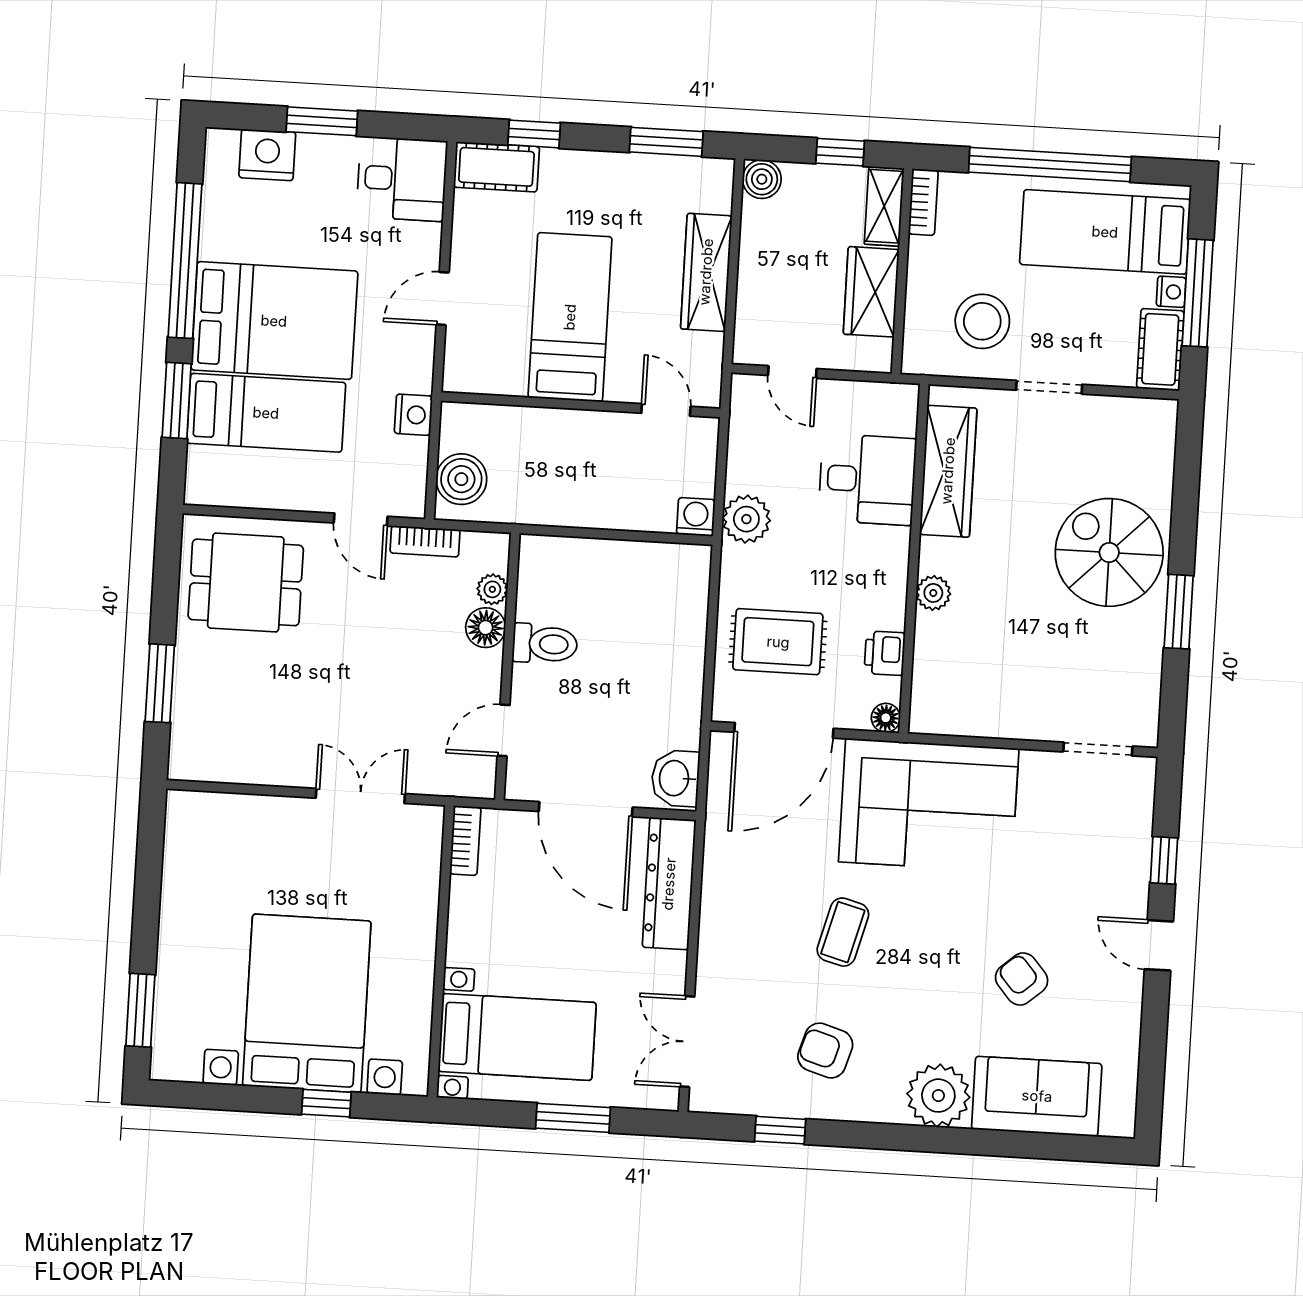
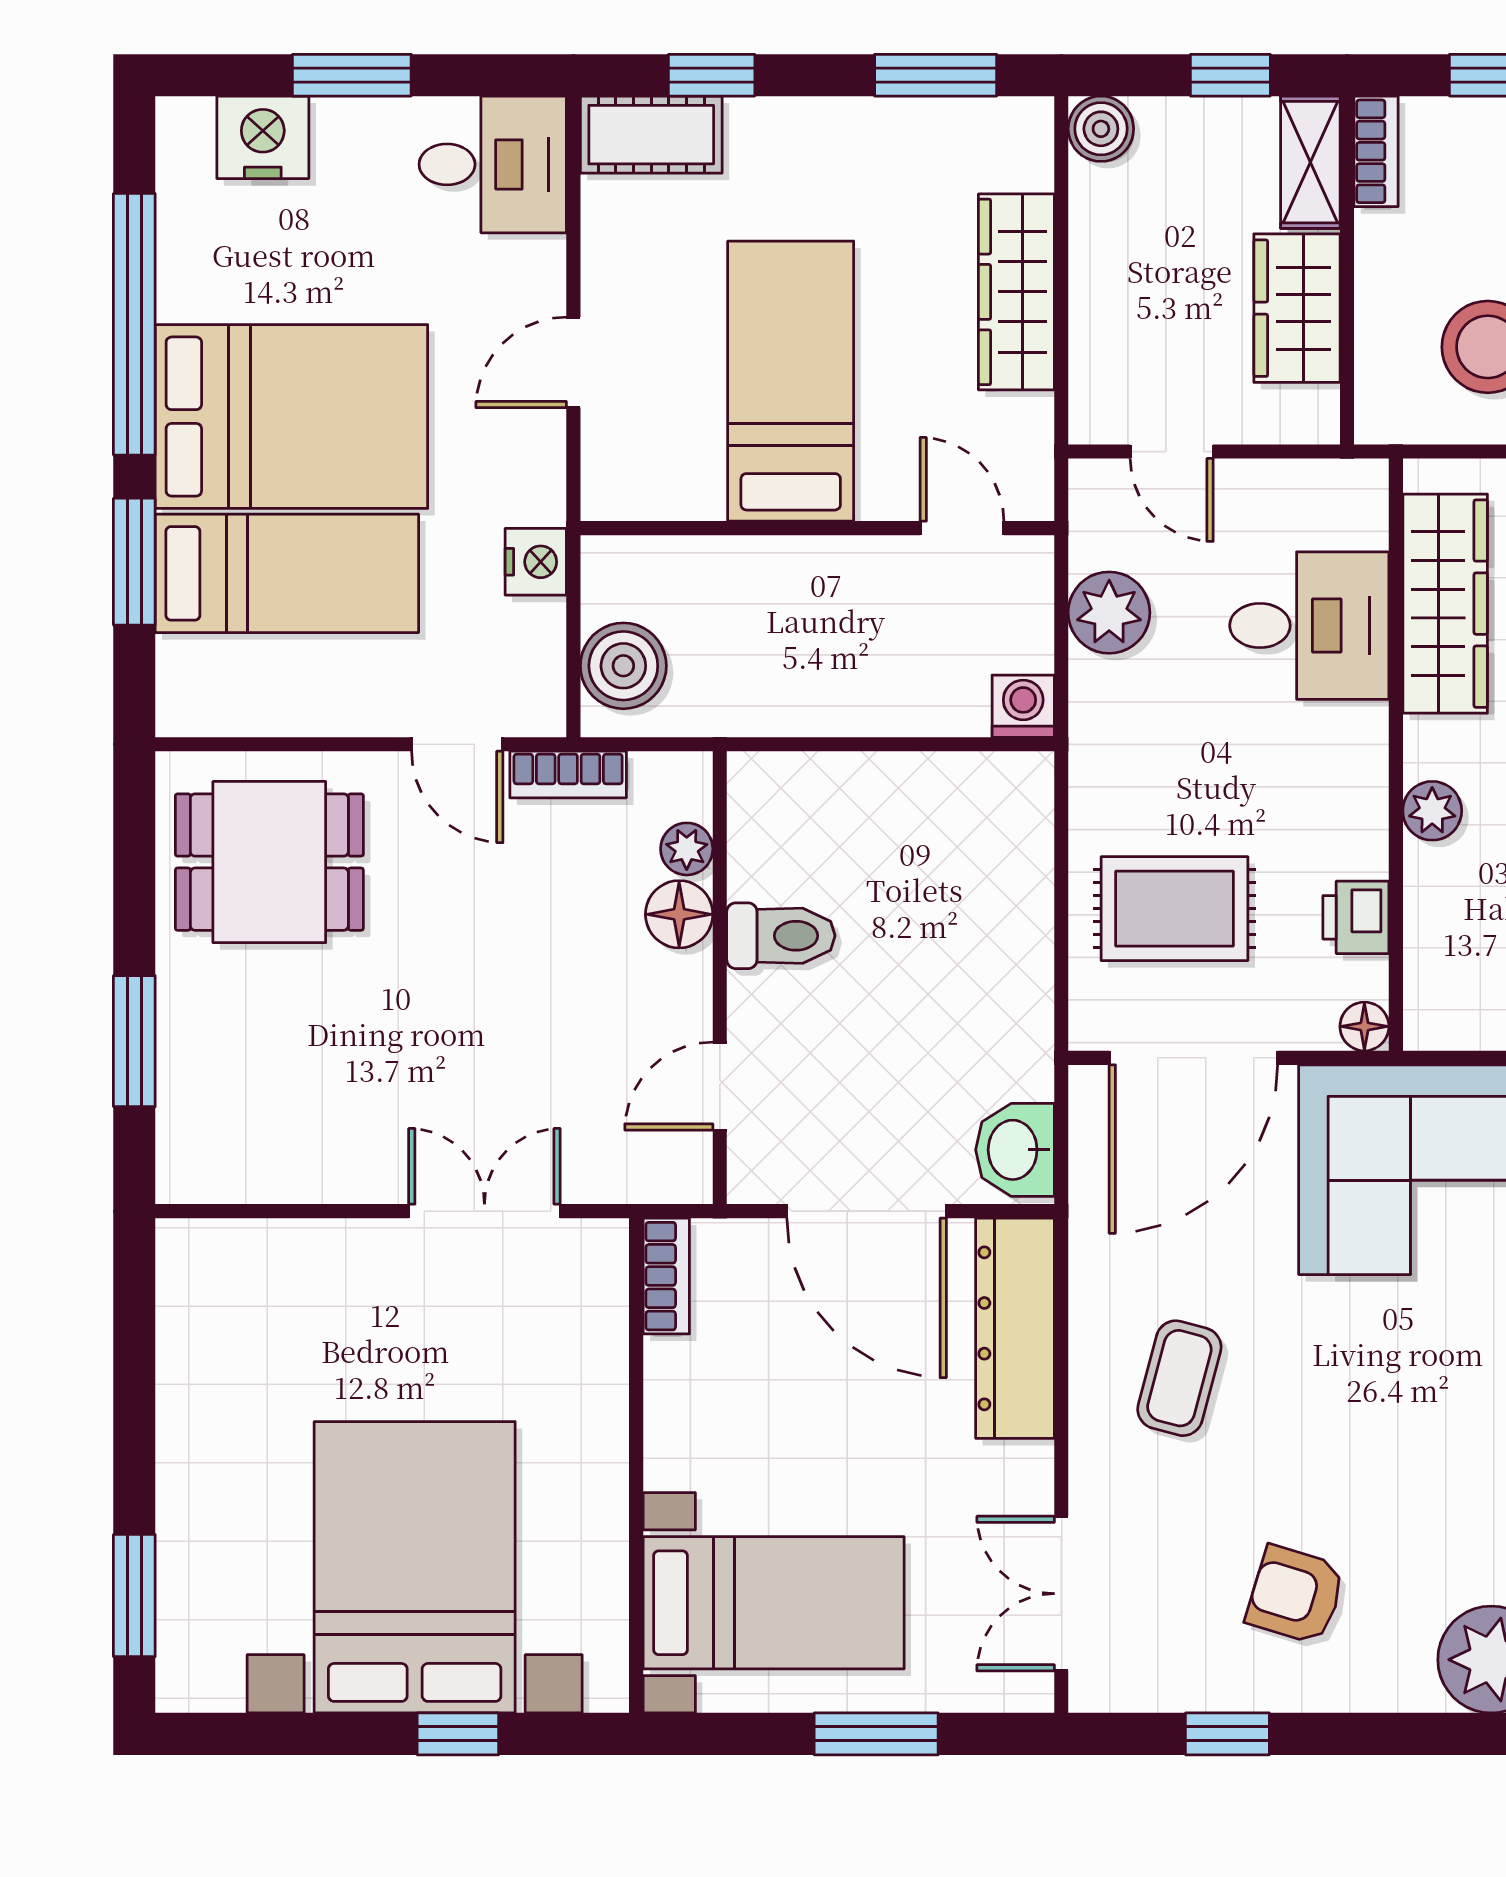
plant: (746, 519) -> (1109, 613), moved
coffee table: (843, 932) -> (1179, 1378), moved

